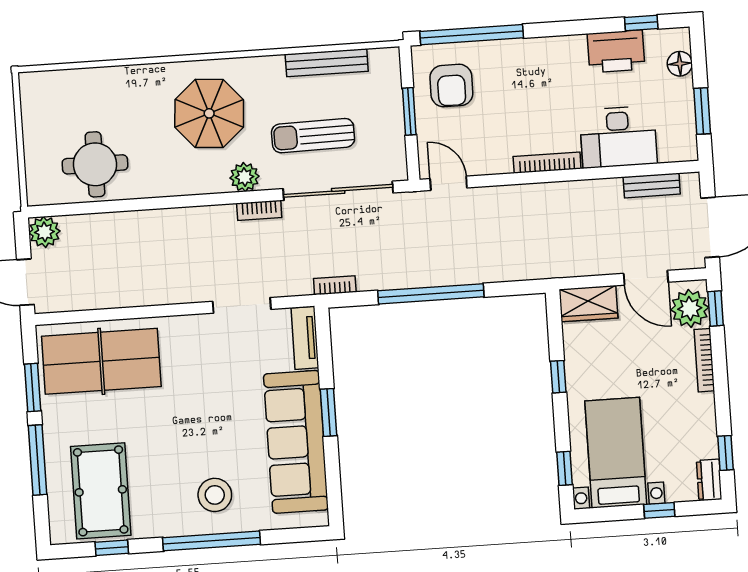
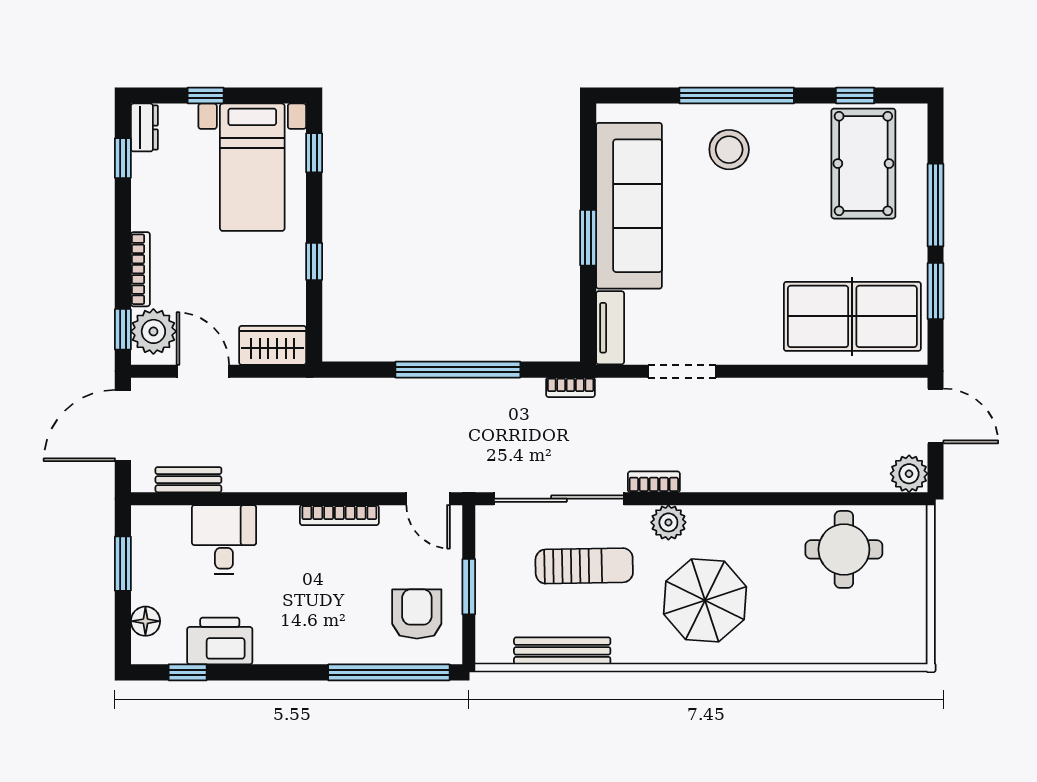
desk: (618, 137) -> (224, 540), width x0.73
bookcase: (547, 163) -> (339, 515), moved

